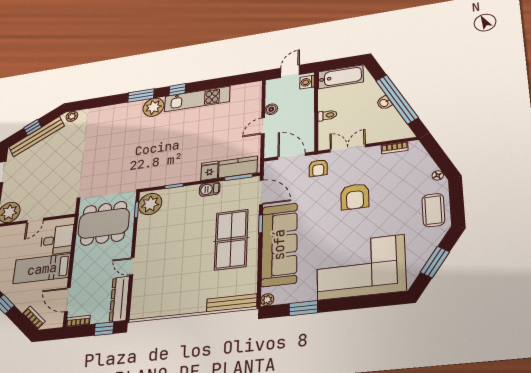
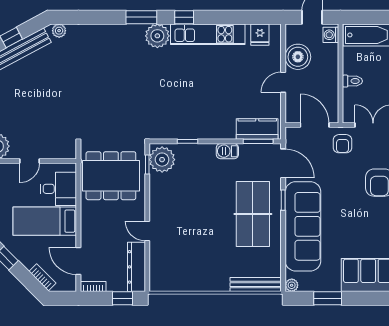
boiler: (271, 109) -> (298, 57), width x1.86, depth x1.86
fridge: (209, 171) -> (260, 35), moved, turned 180

